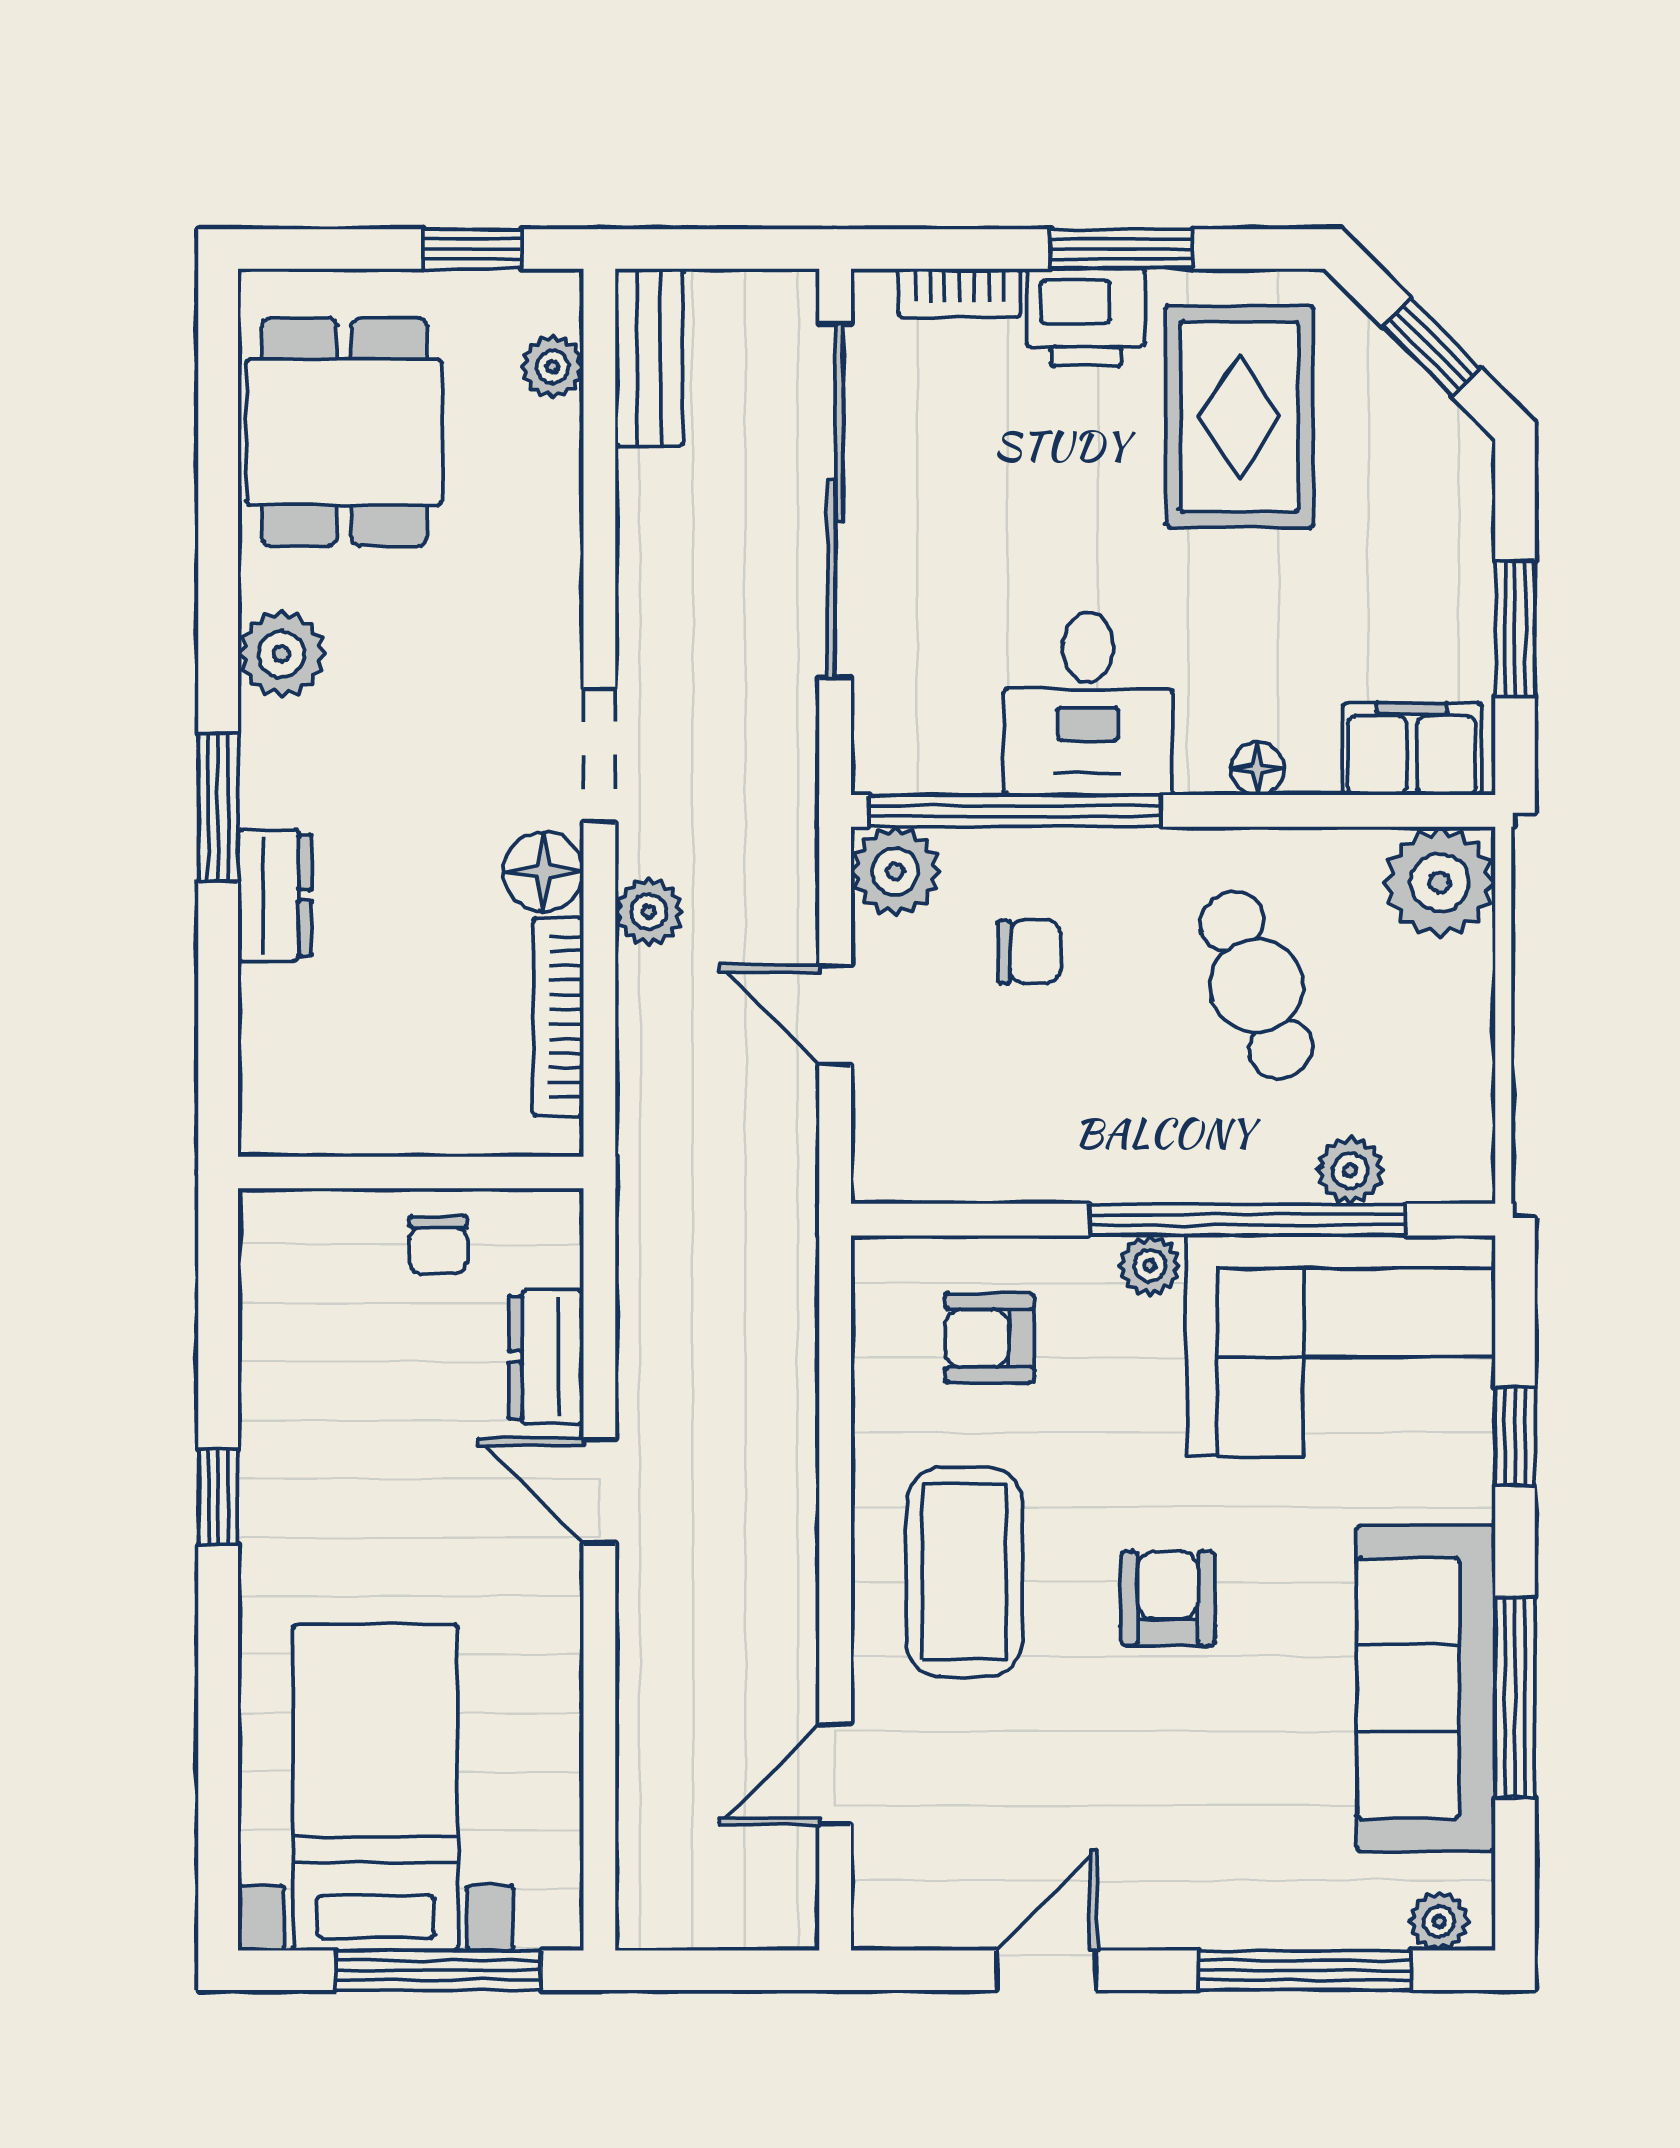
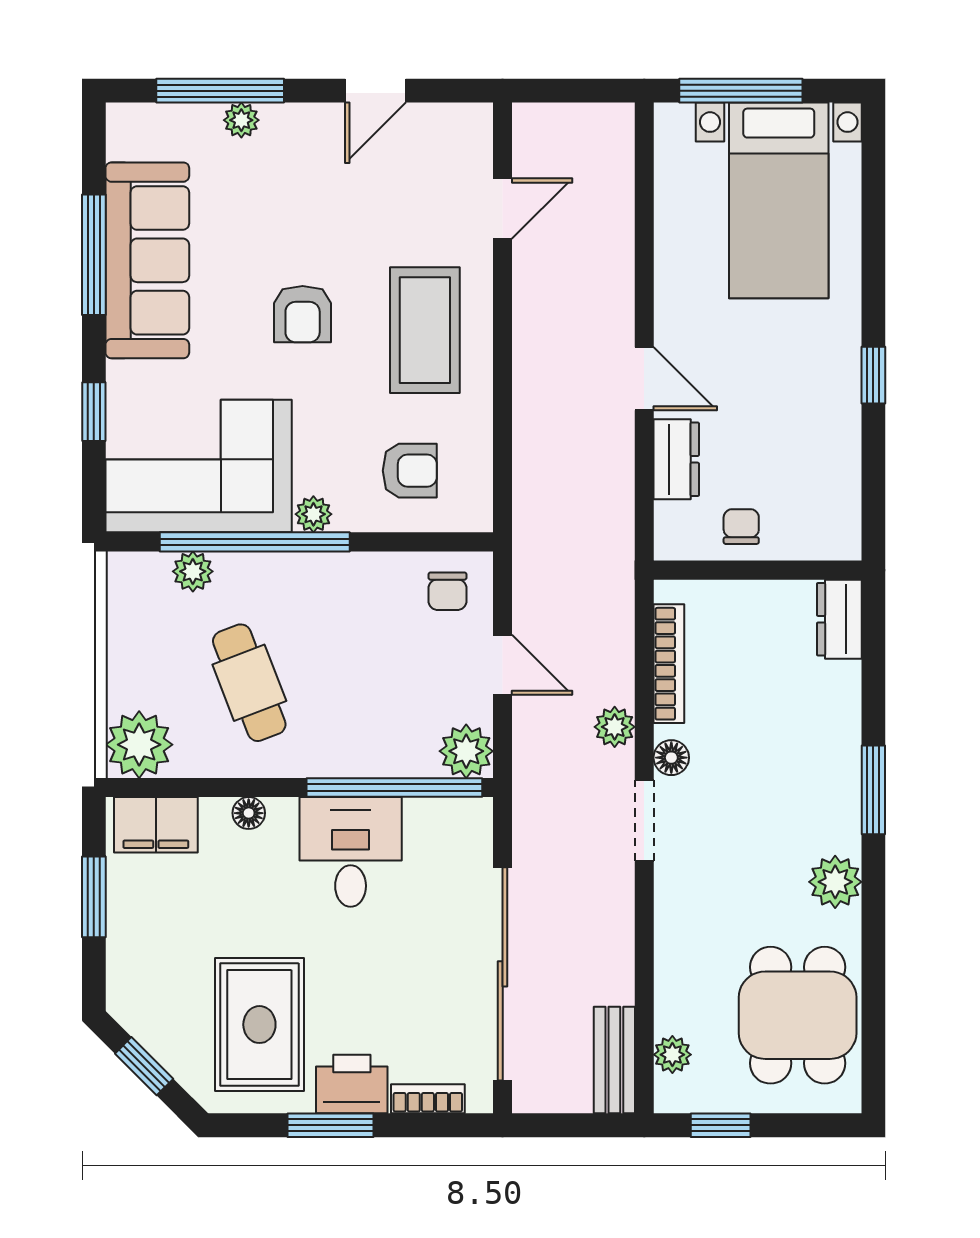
floor lamp: (543, 872) -> (671, 758), width x0.73, depth x0.73
dresser: (275, 895) -> (839, 619), moved
chair: (1029, 952) -> (447, 591), moved, turned -90
plant: (1439, 1921) -> (241, 120), moved

